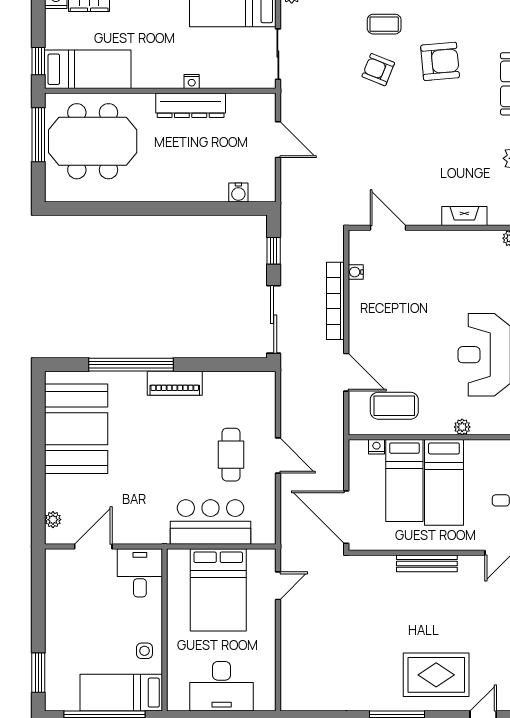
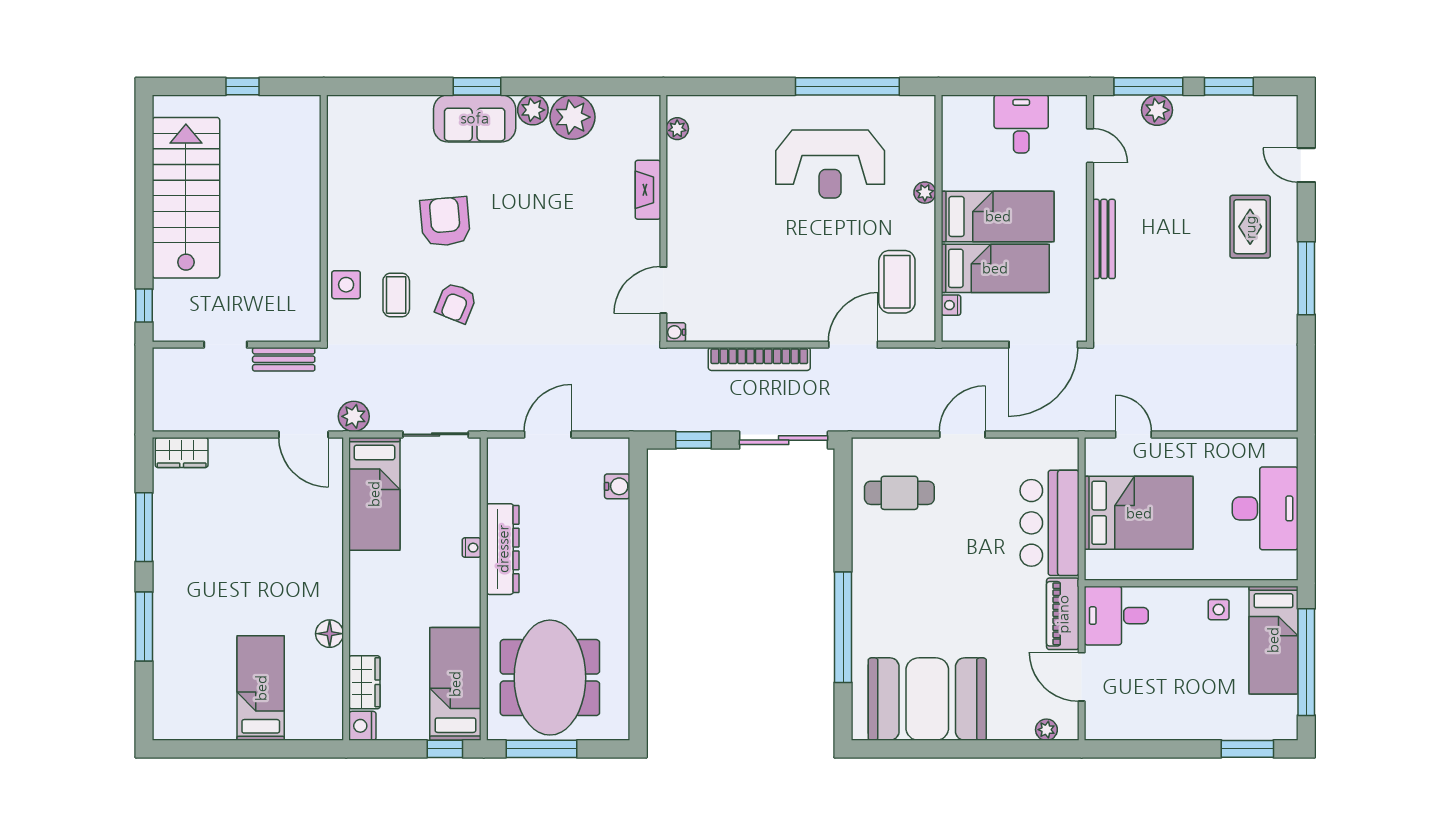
water cooler: (356, 272) -> (676, 332), moved, turned 90
piano: (175, 383) -> (1063, 614), moved, turned 180
cafe table: (231, 455) -> (899, 493), moved
rug: (436, 675) -> (1250, 227), width x0.73, depth x0.70

